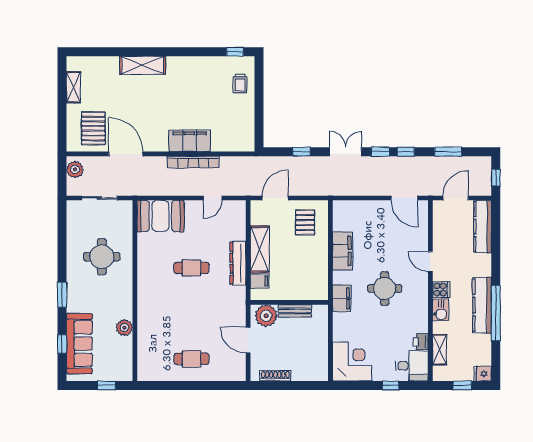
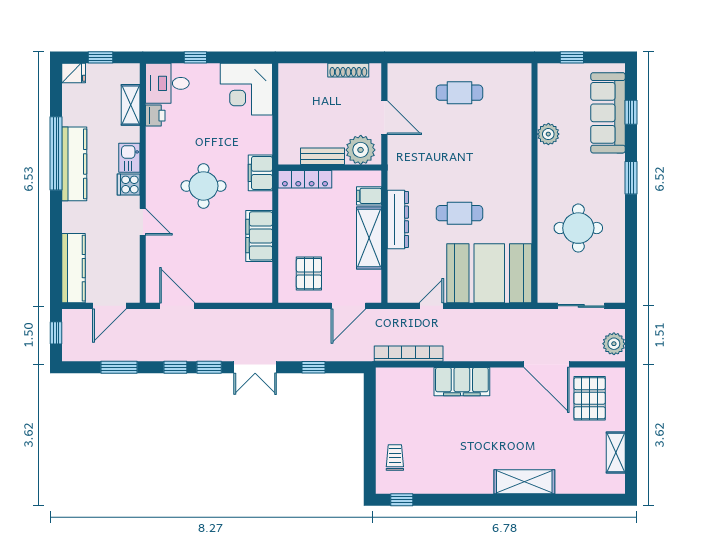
bookcase: (193, 162) -> (409, 354), moved
booth: (160, 216) -> (489, 273), width x1.36, depth x1.42
locker: (308, 293) -> (305, 179), added

